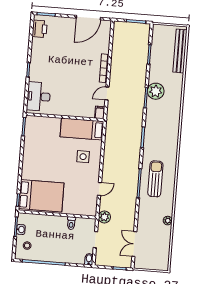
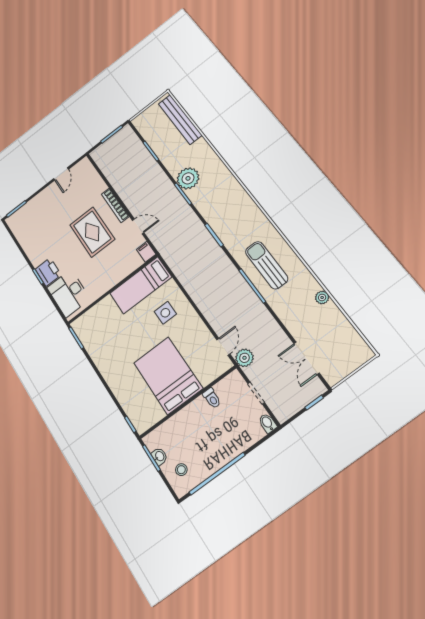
door: (88, 18) -> (61, 174), width x0.53
printer: (40, 29) -> (48, 272), moved
rug: (79, 72) -> (92, 232), added
door: (107, 93) -> (138, 226), swing flipped
door: (99, 189) -> (223, 347), moved
bed: (41, 196) -> (168, 376), moved, turned -90

